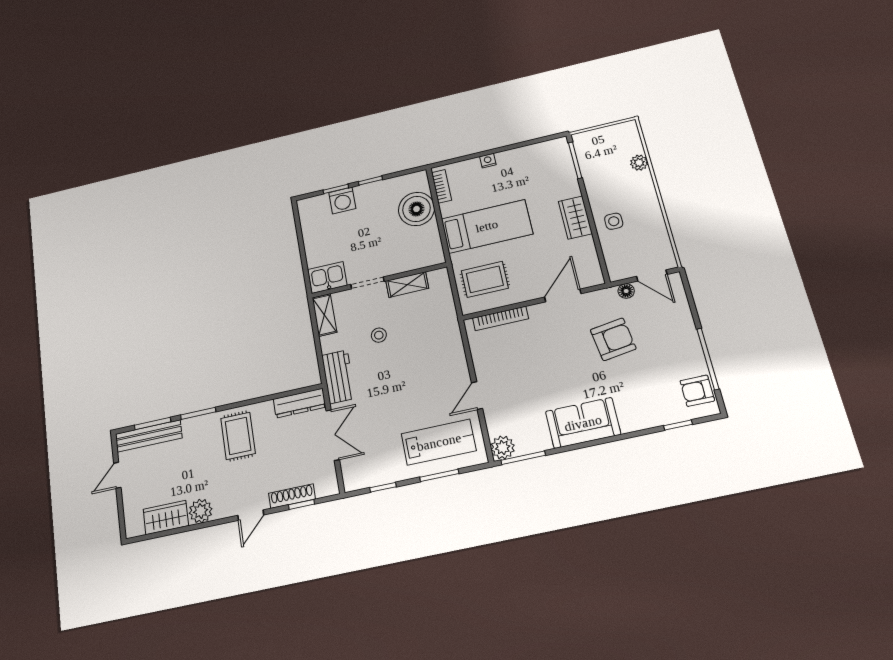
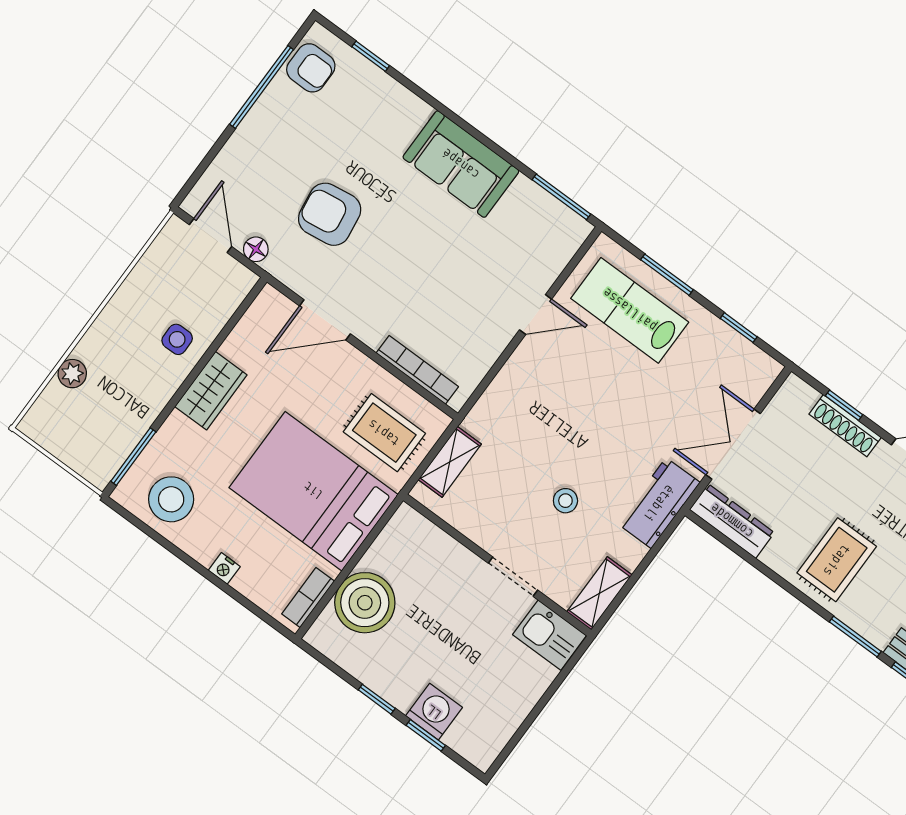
stool: (540, 162) -> (171, 499), added
bed: (487, 226) -> (314, 491), width x1.50
shelving: (407, 285) -> (450, 462), moved, turned 90
plant: (503, 448) -> (570, 231), removed

